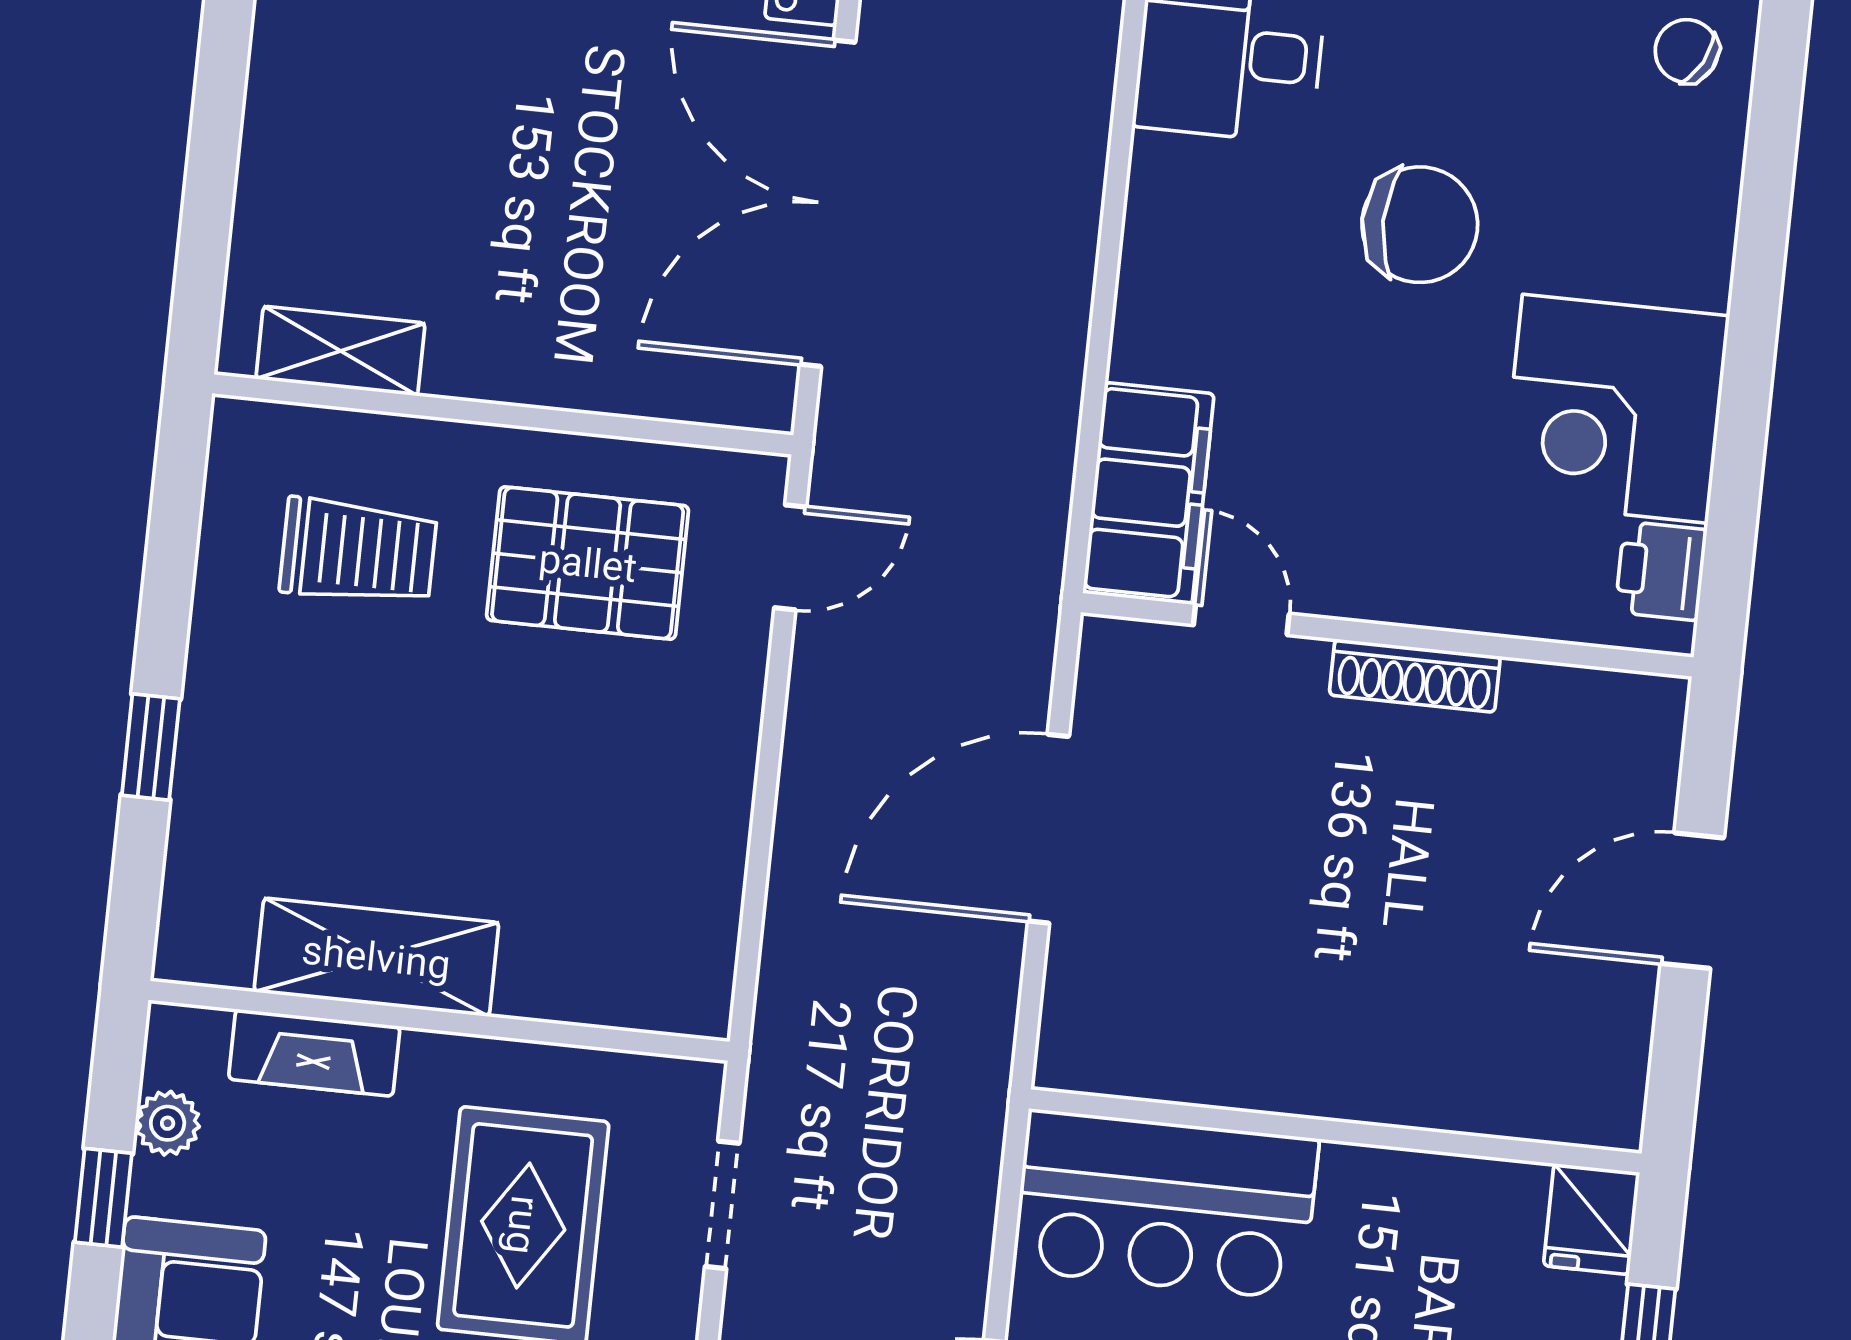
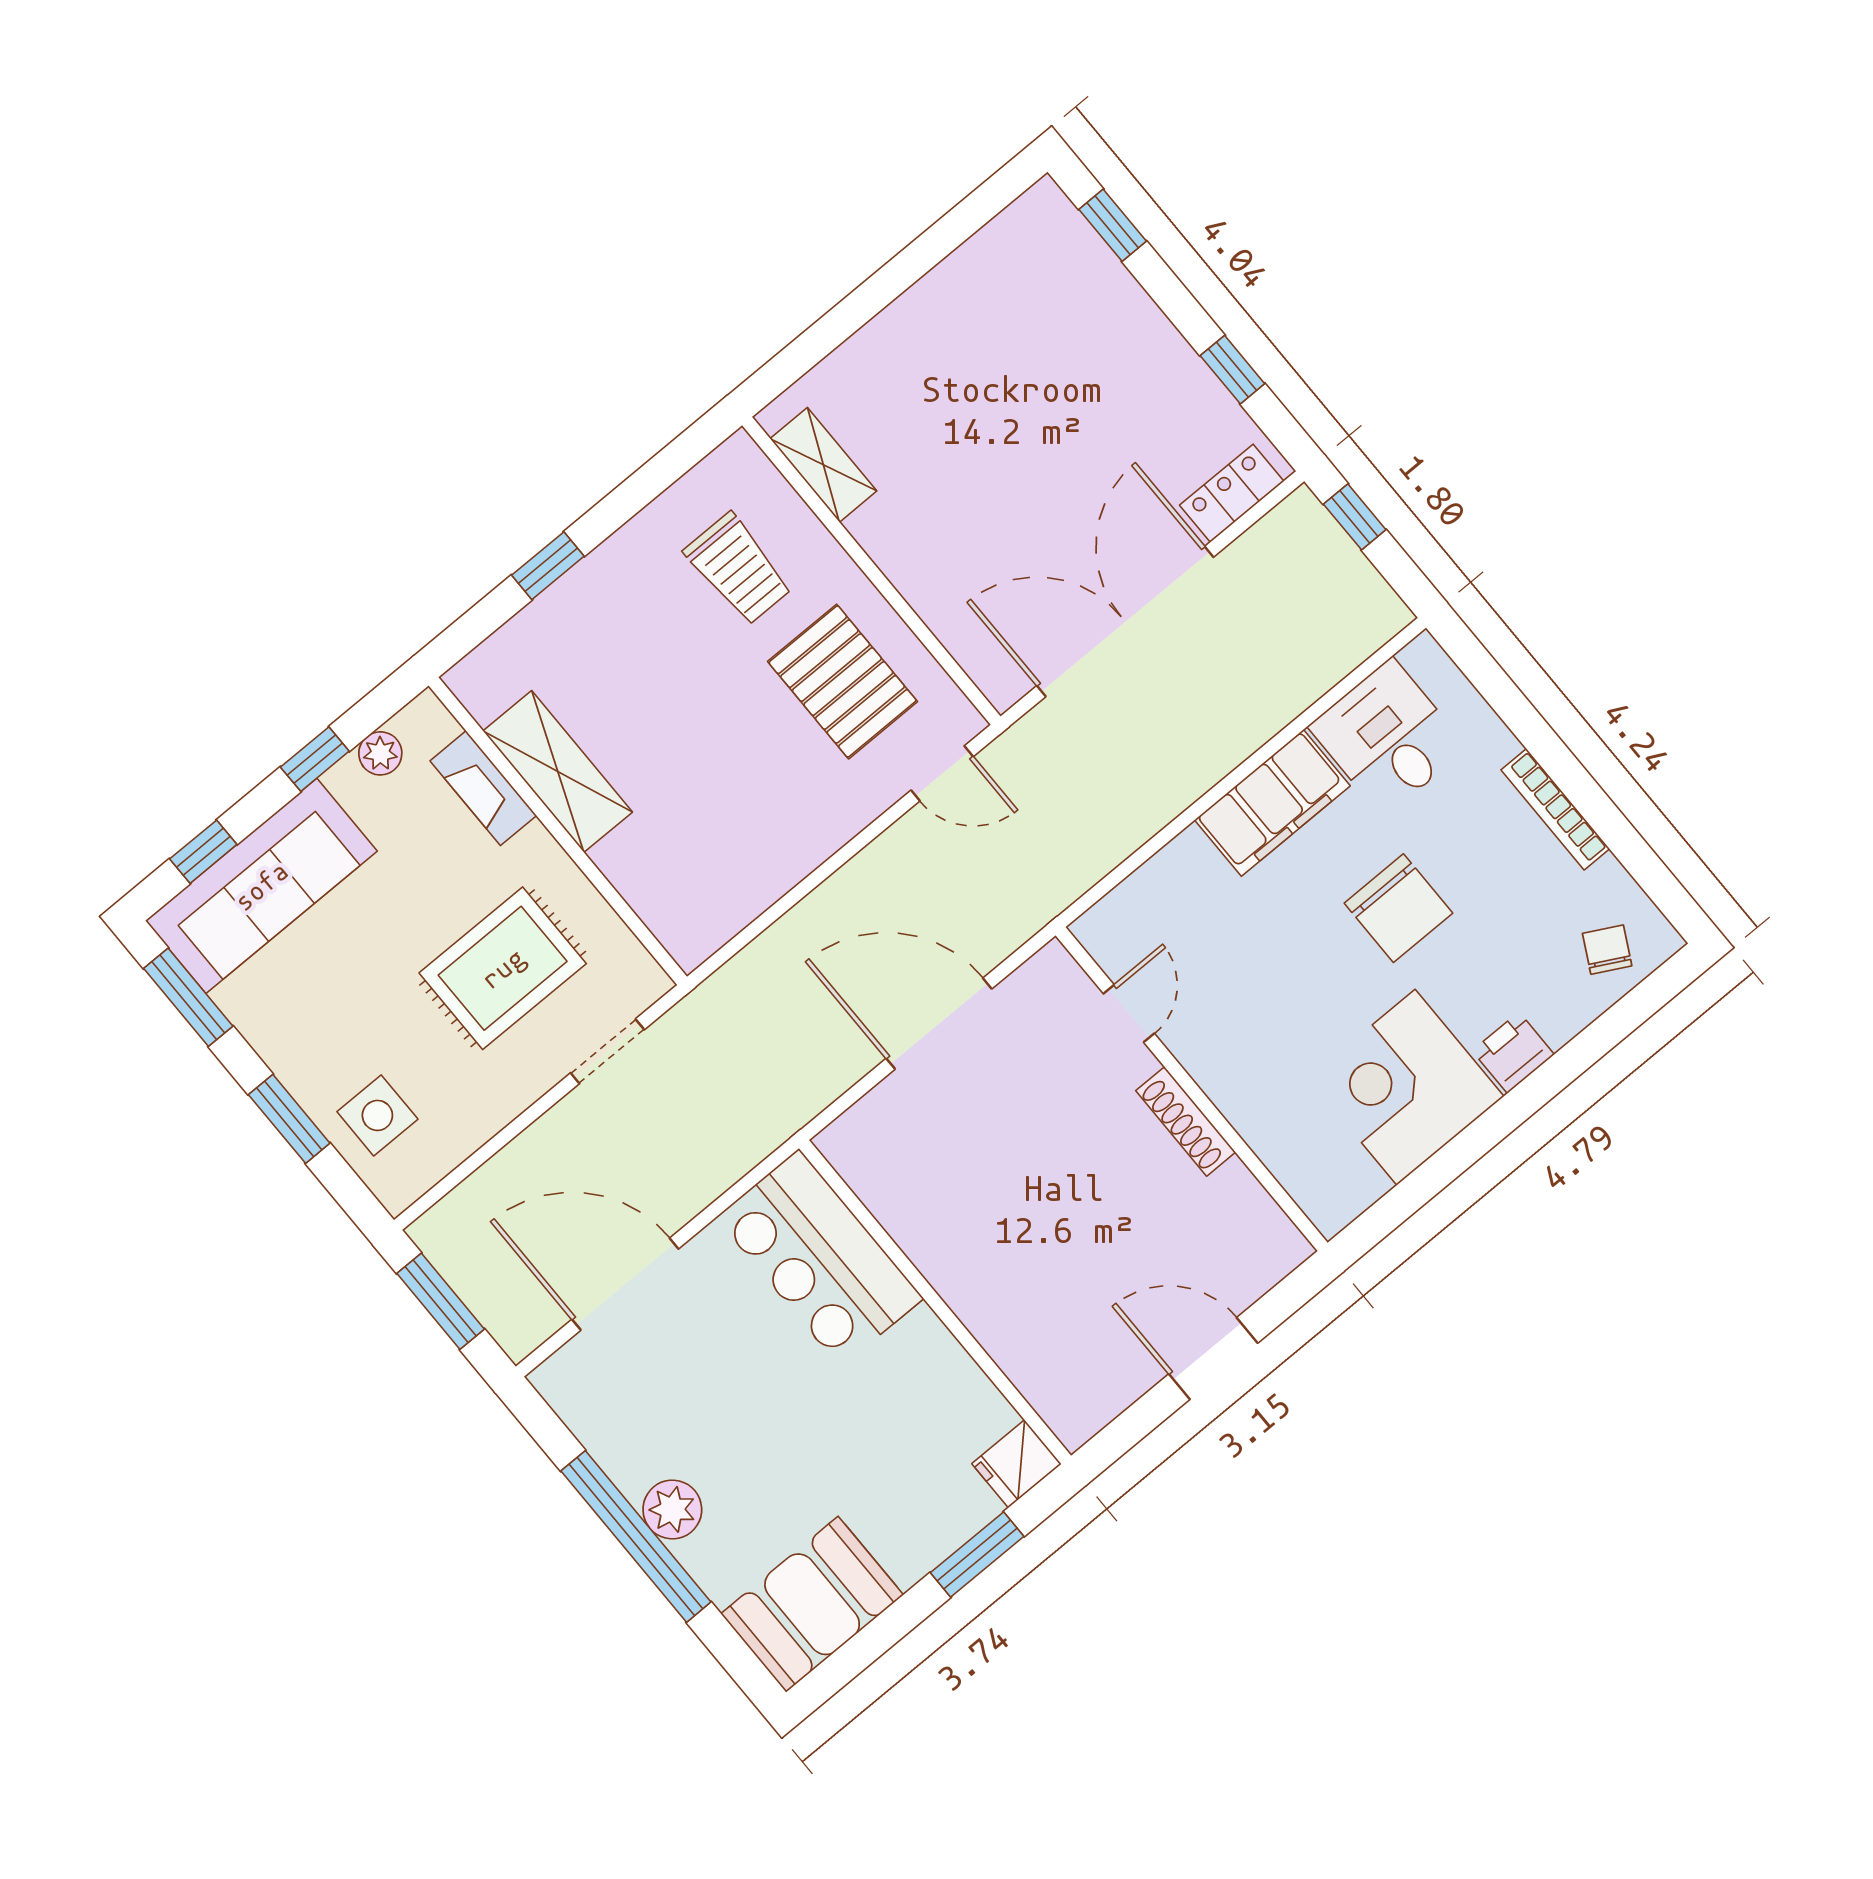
filing cabinet: (1148, 493) -> (1272, 803), moved
printer: (1661, 571) -> (1513, 1053), moved

